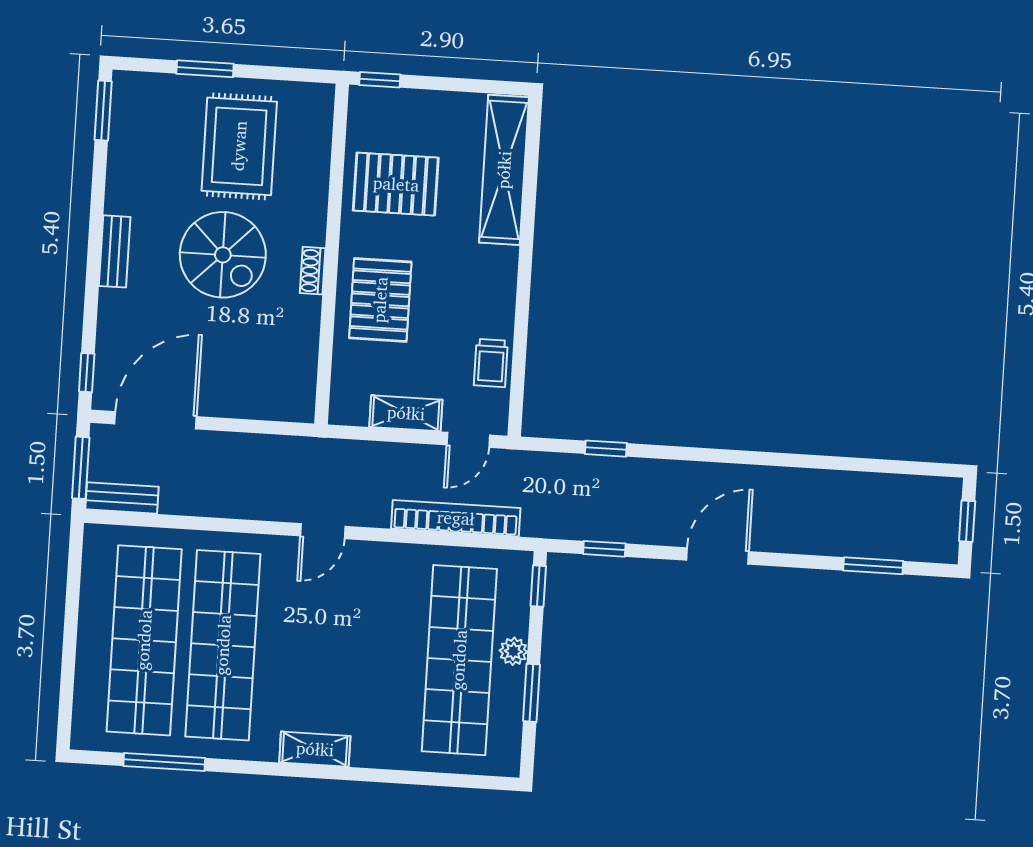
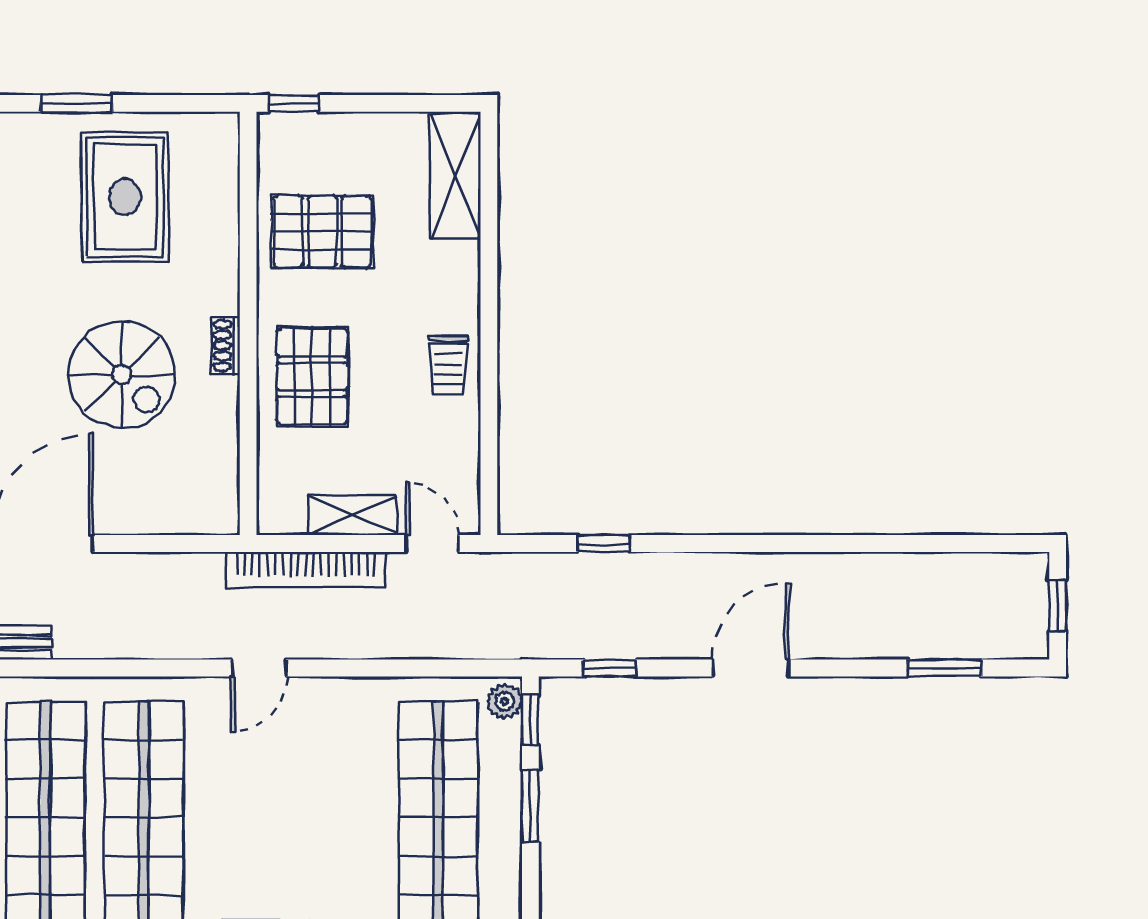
shelving: (504, 170) -> (455, 176), width x0.68
spiral stairs: (223, 255) -> (122, 375), moved
trolley: (491, 363) -> (448, 365), moved
door: (468, 440) -> (432, 543), swing flipped
bookcase: (456, 518) -> (306, 570), moved, turned 180
plant: (513, 651) -> (505, 701), moved
window: (531, 693) -> (530, 806), moved

